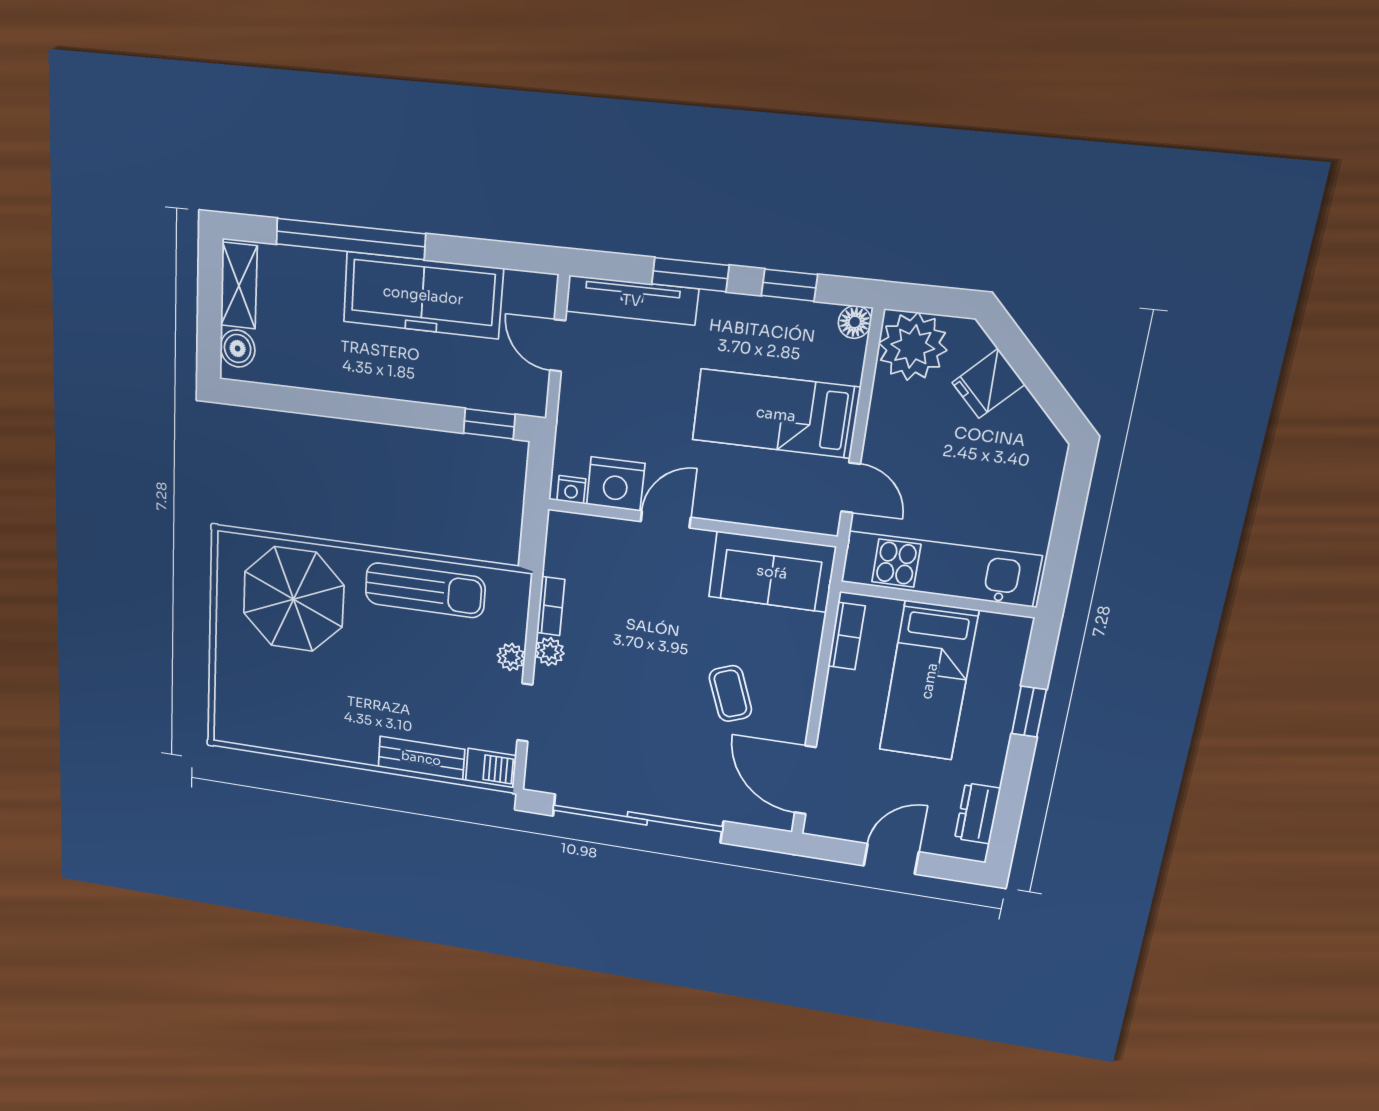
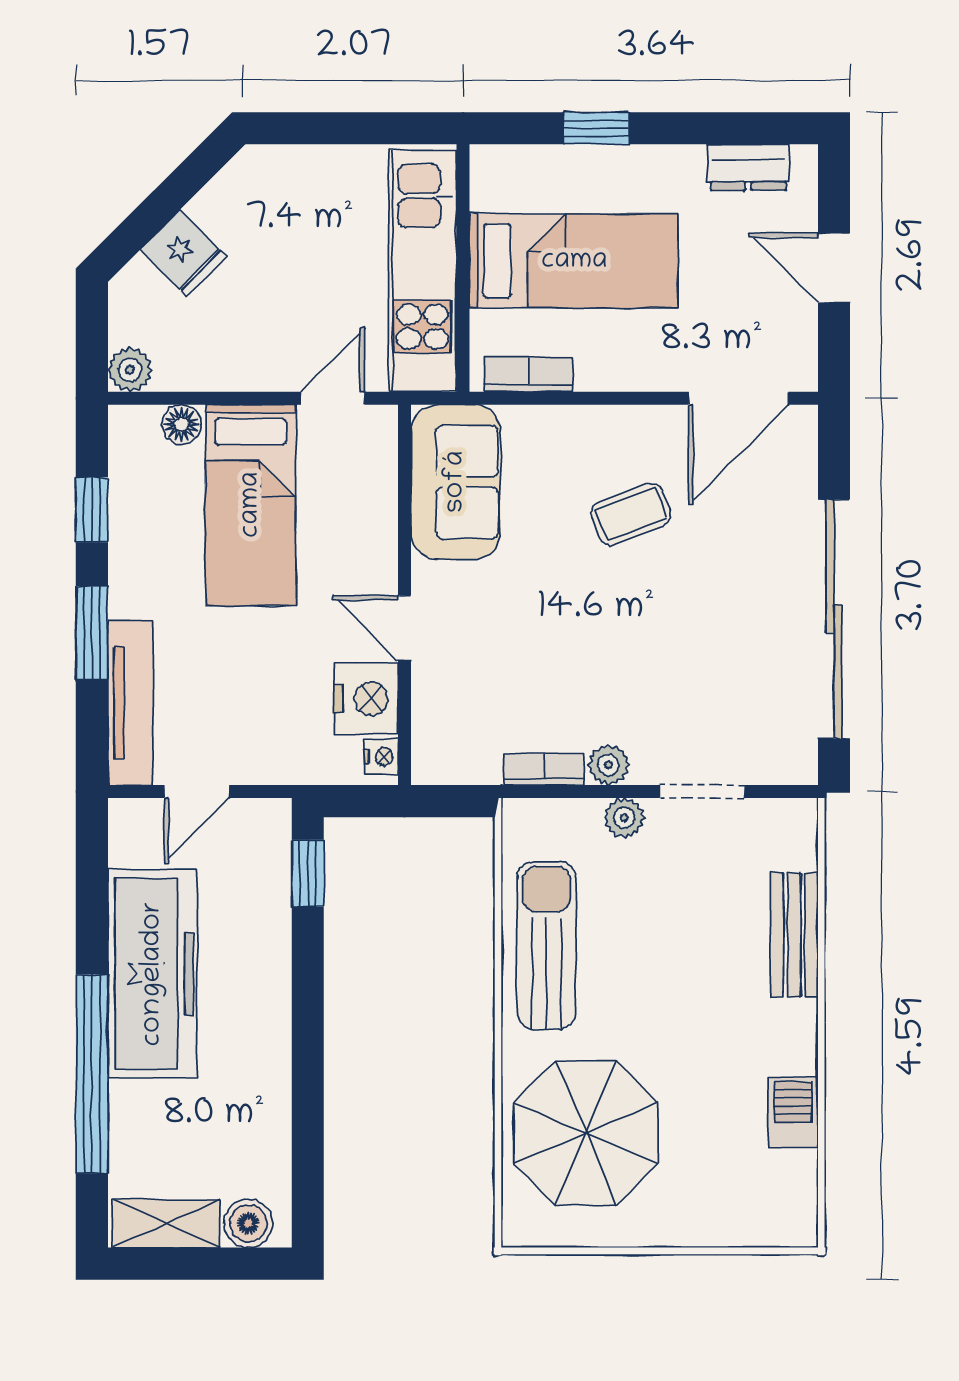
floor lamp: (855, 322) -> (181, 424), moved
plant: (913, 347) -> (130, 370), width x0.53, depth x0.53
barbecue: (491, 768) -> (793, 1112), moved

